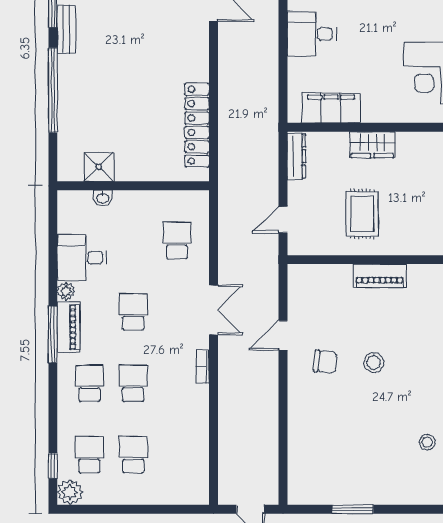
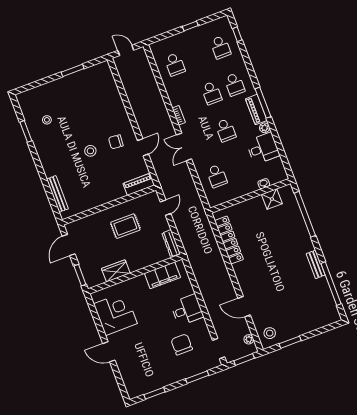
window: (53, 90) -> (305, 214), moved
wardrobe: (372, 145) -> (116, 271), moved
rug: (362, 214) -> (125, 226), turned 90
piano: (380, 276) -> (139, 184), moved
school desk: (133, 455) -> (175, 64), moved
plant: (70, 492) -> (223, 24), removed
window: (127, 509) -> (190, 26), added

